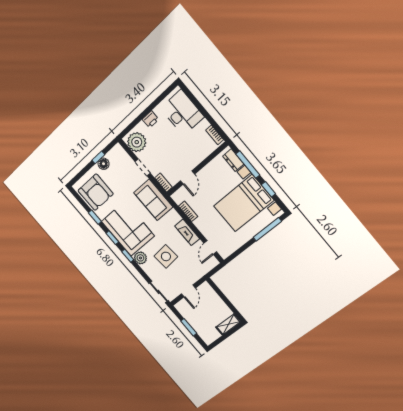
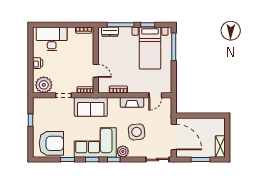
floor lamp: (104, 164) -> (38, 120), removed
bed with nightstands: (244, 203) -> (150, 48), width x0.73
door: (210, 248) -> (155, 95), hinge flipped
door: (188, 291) -> (174, 137), width x1.87
shelving: (228, 324) -> (220, 147), moved

